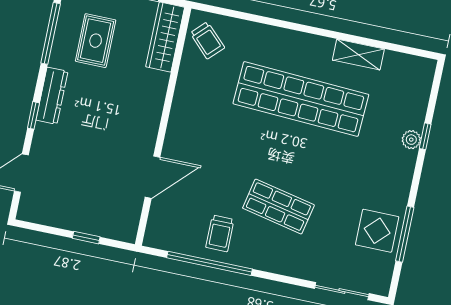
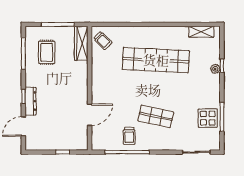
shelving: (358, 55) -> (201, 32), moved
dresser: (52, 96) -> (31, 101), moved

